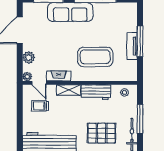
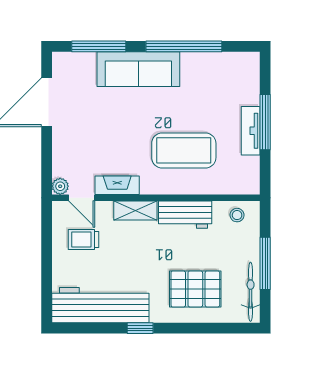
plant: (29, 58) -> (63, 152), removed

